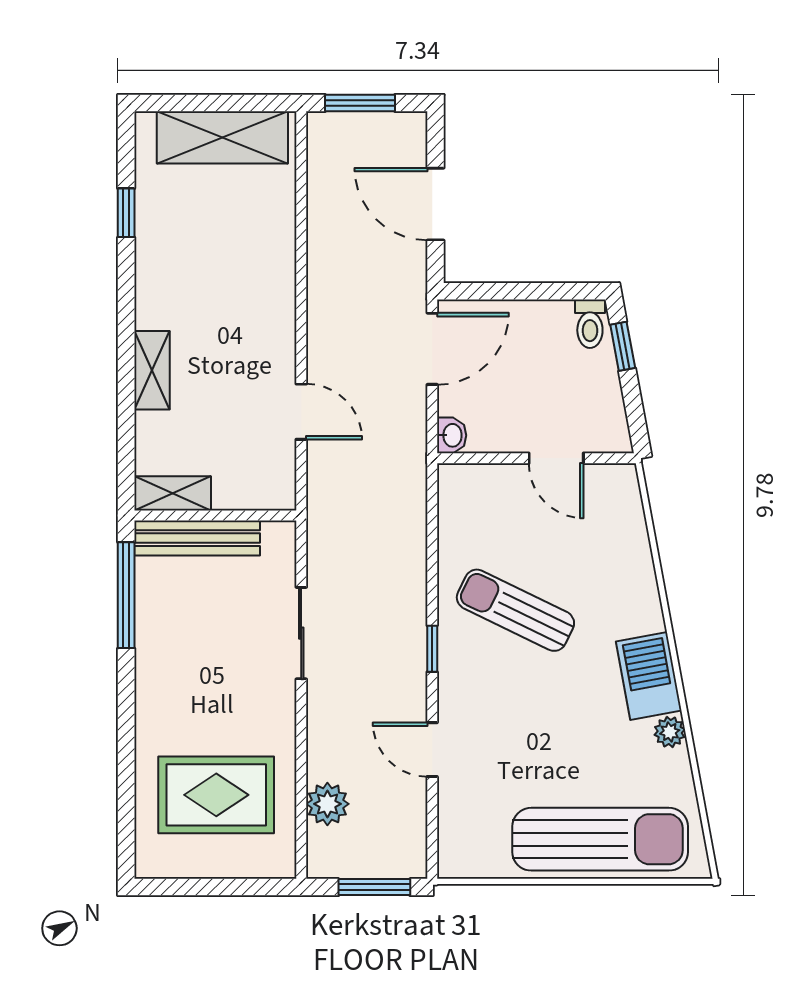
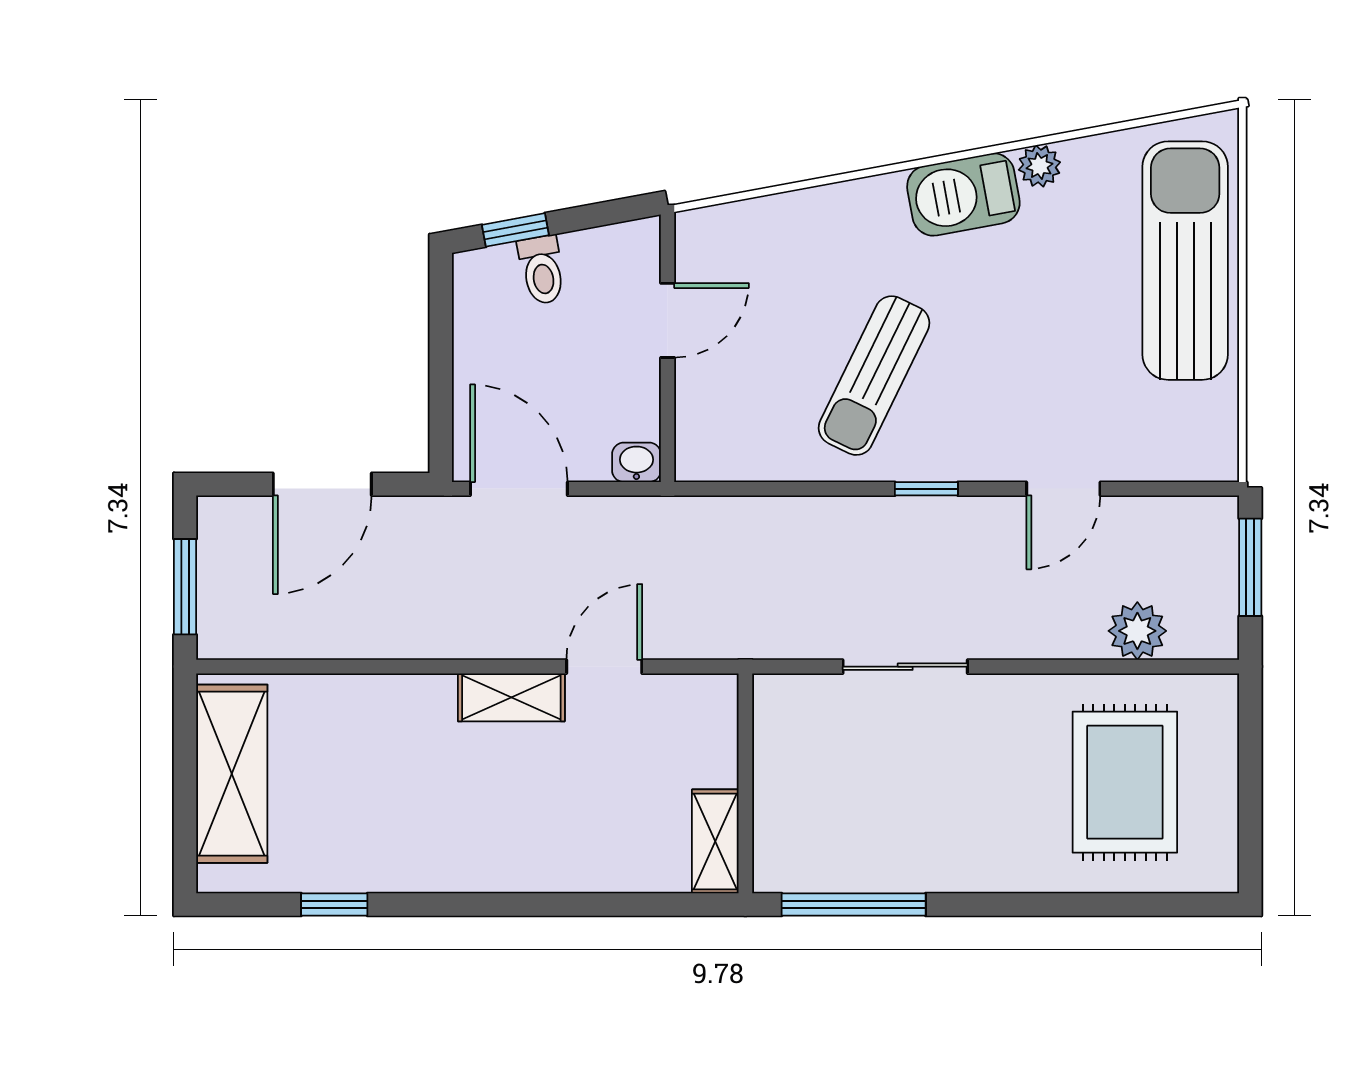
toilet: (590, 324) -> (542, 270), moved, turned 80
shelving: (152, 370) -> (511, 697), moved
bench: (197, 538) -> (776, 808), removed

